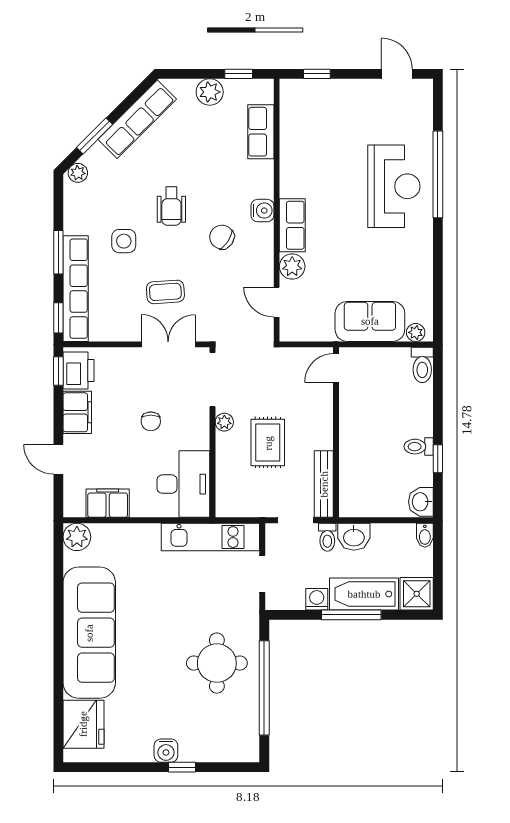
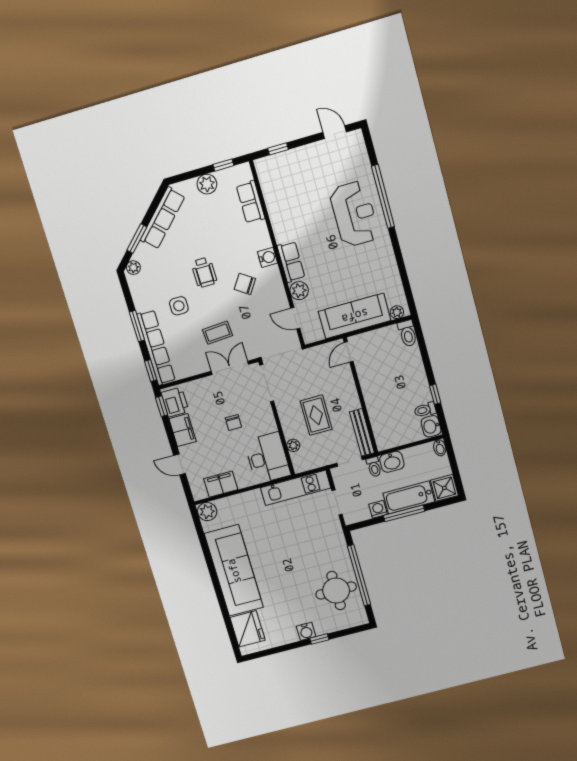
sofa: (370, 321) -> (355, 316), width x1.36
plant: (224, 422) -> (293, 445), moved
toilet: (419, 447) -> (425, 410), moved
round table: (217, 663) -> (336, 591), moved

